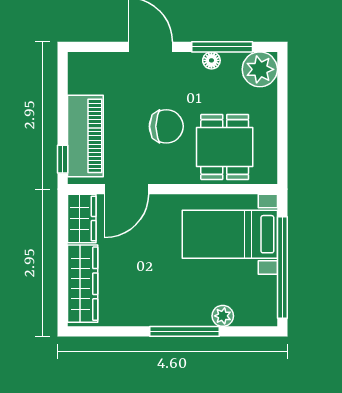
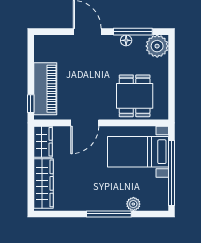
chair: (166, 126) -> (97, 83), removed
door: (127, 189) -> (85, 123), moved

